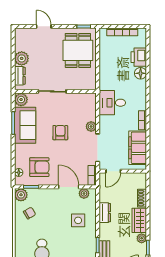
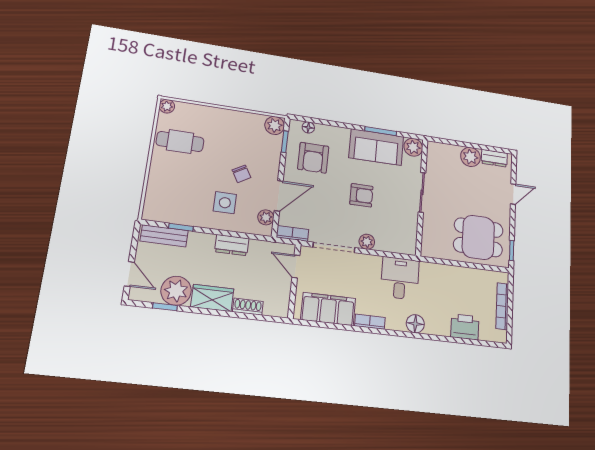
floor lamp: (141, 73) -> (415, 324), moved
dresser: (20, 76) -> (494, 158), moved
chair: (30, 213) -> (241, 174), moved
plant: (142, 238) -> (176, 291), width x1.88, depth x1.88

